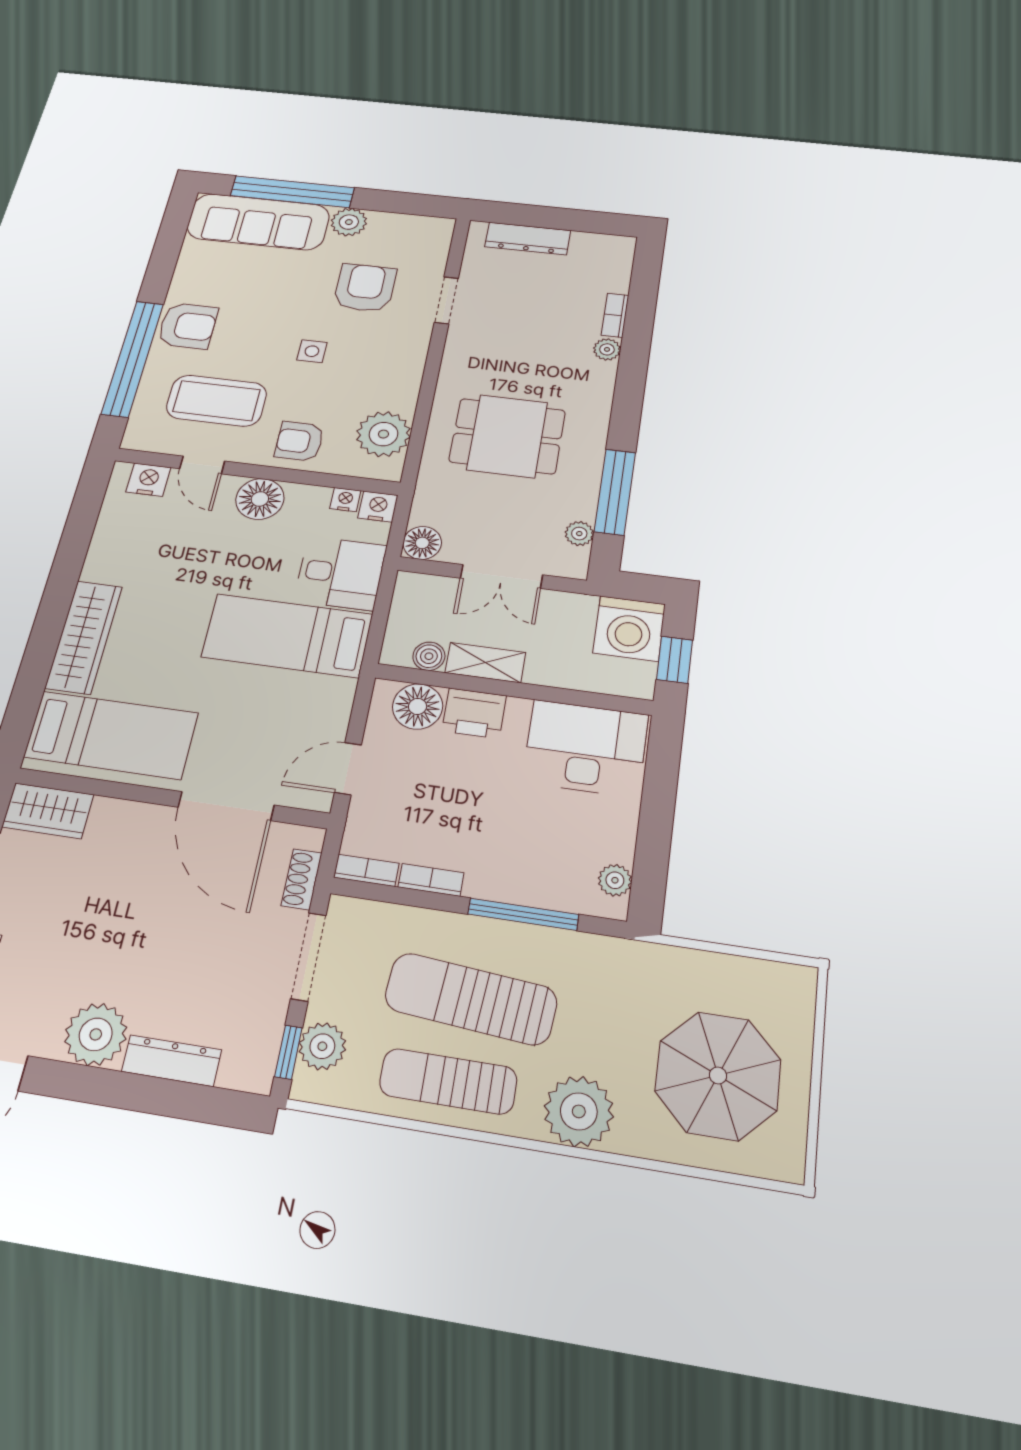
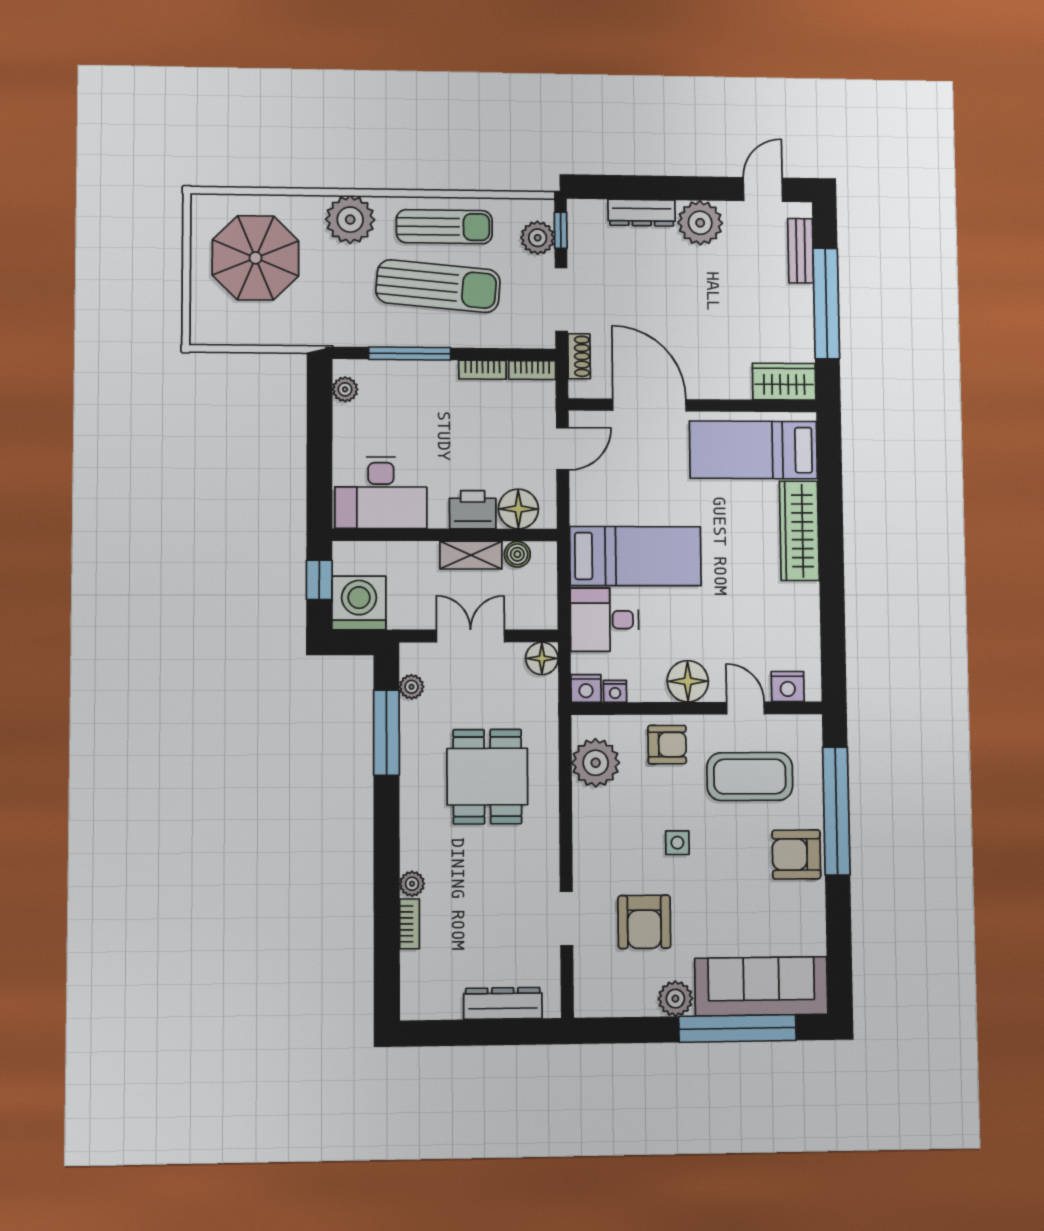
dining table: (507, 436) -> (487, 777), turned 90

